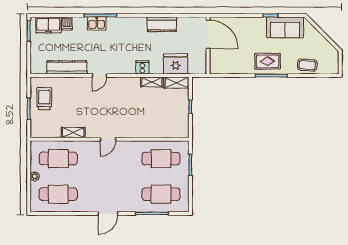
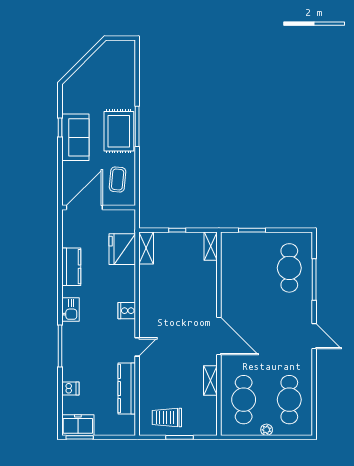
kitchen sink: (97, 23) -> (70, 309), moved
freezer: (48, 25) -> (78, 425), moved, turned -90
sofa: (285, 27) -> (75, 137), moved
rug: (268, 61) -> (119, 131), width x1.36, depth x1.43
coffee table: (307, 65) -> (118, 179), moved
cooker: (142, 67) -> (127, 311), moved
door: (99, 76) -> (137, 347), hinge flipped
shelving: (152, 82) -> (211, 246), moved
door: (108, 139) -> (219, 336), width x1.88
cafe table: (161, 159) -> (244, 268), removed

